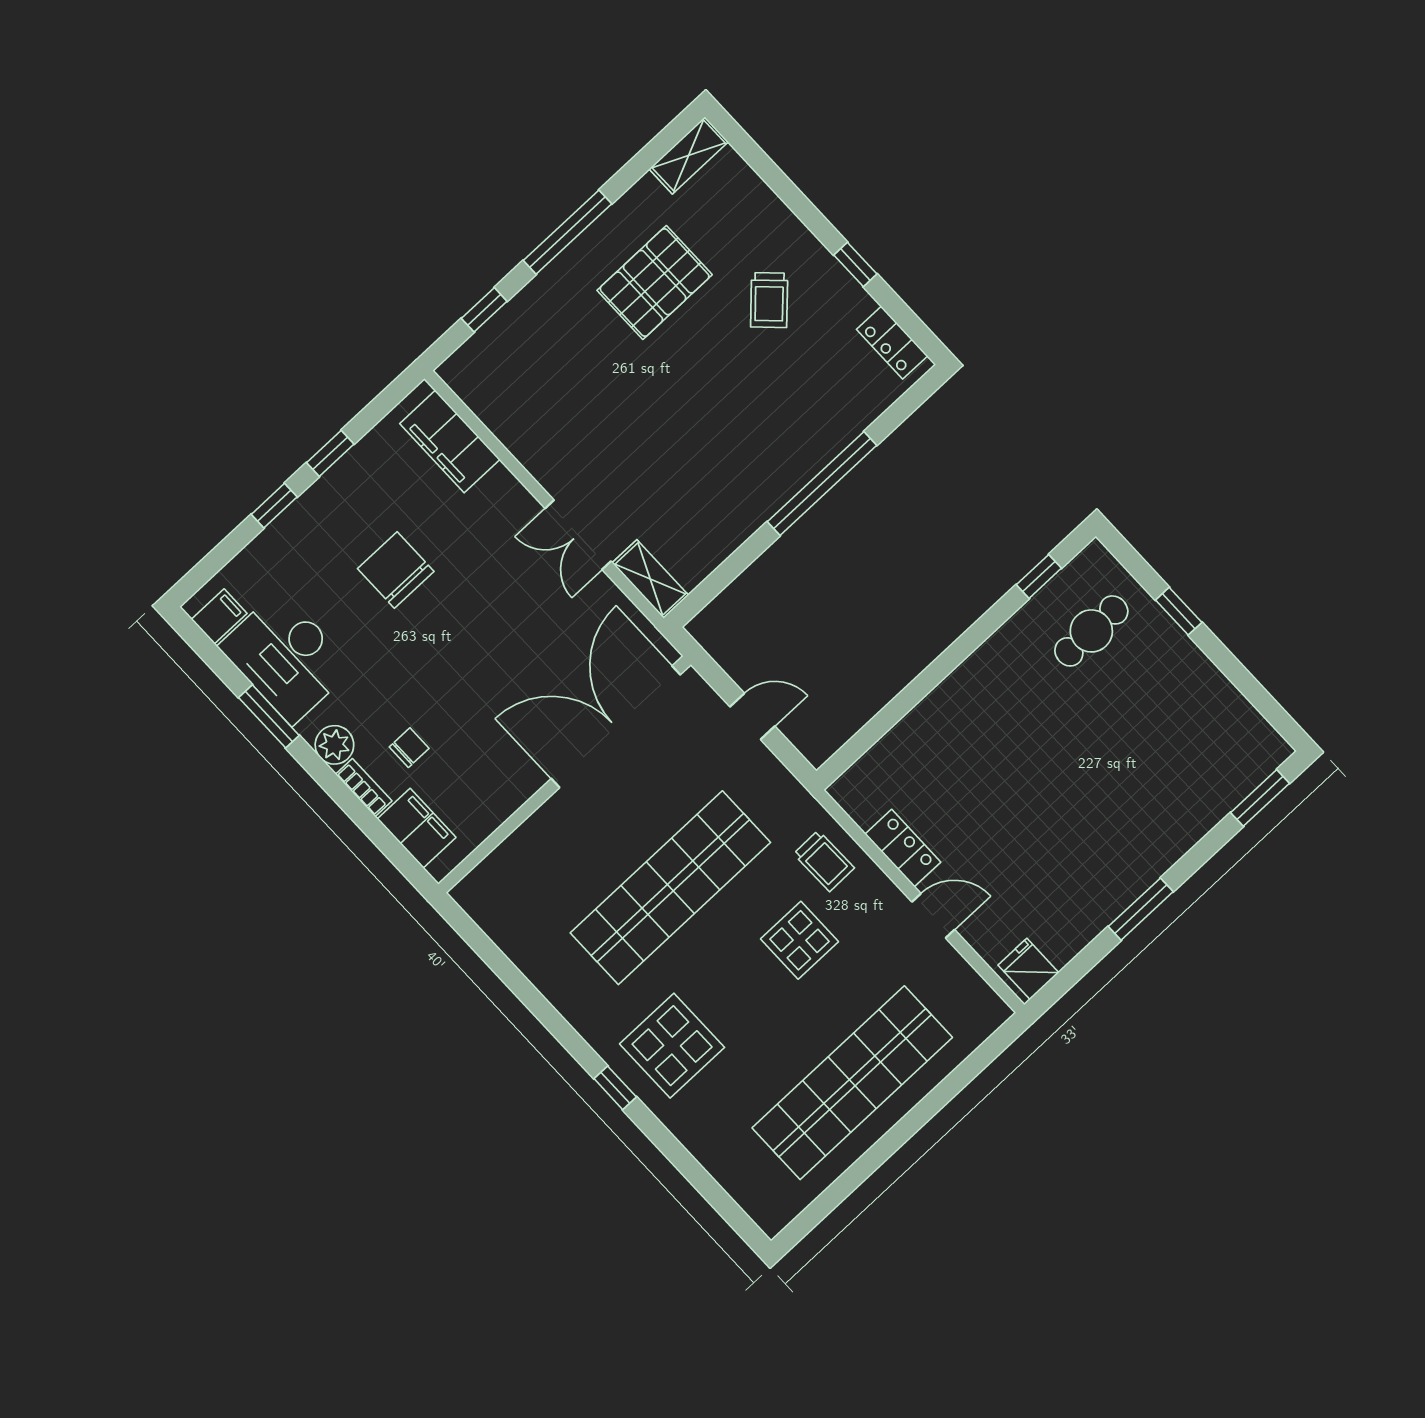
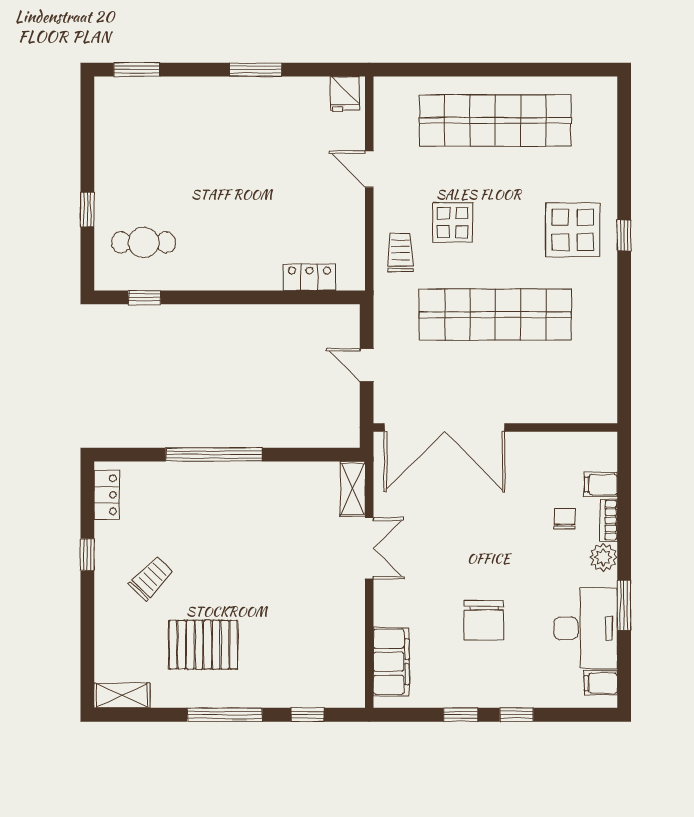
chair: (409, 748) -> (565, 519), turned 90
filing cabinet: (417, 828) -> (601, 485), width x0.50
locker: (903, 848) -> (310, 277), moved, turned 90

